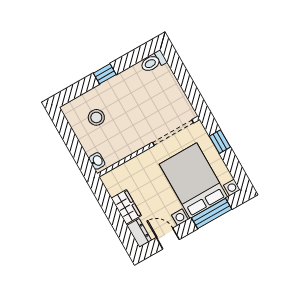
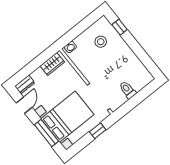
toilet: (153, 62) -> (128, 90), moved
window: (105, 74) -> (120, 27), moved
wardrobe: (126, 207) -> (52, 64), moved

